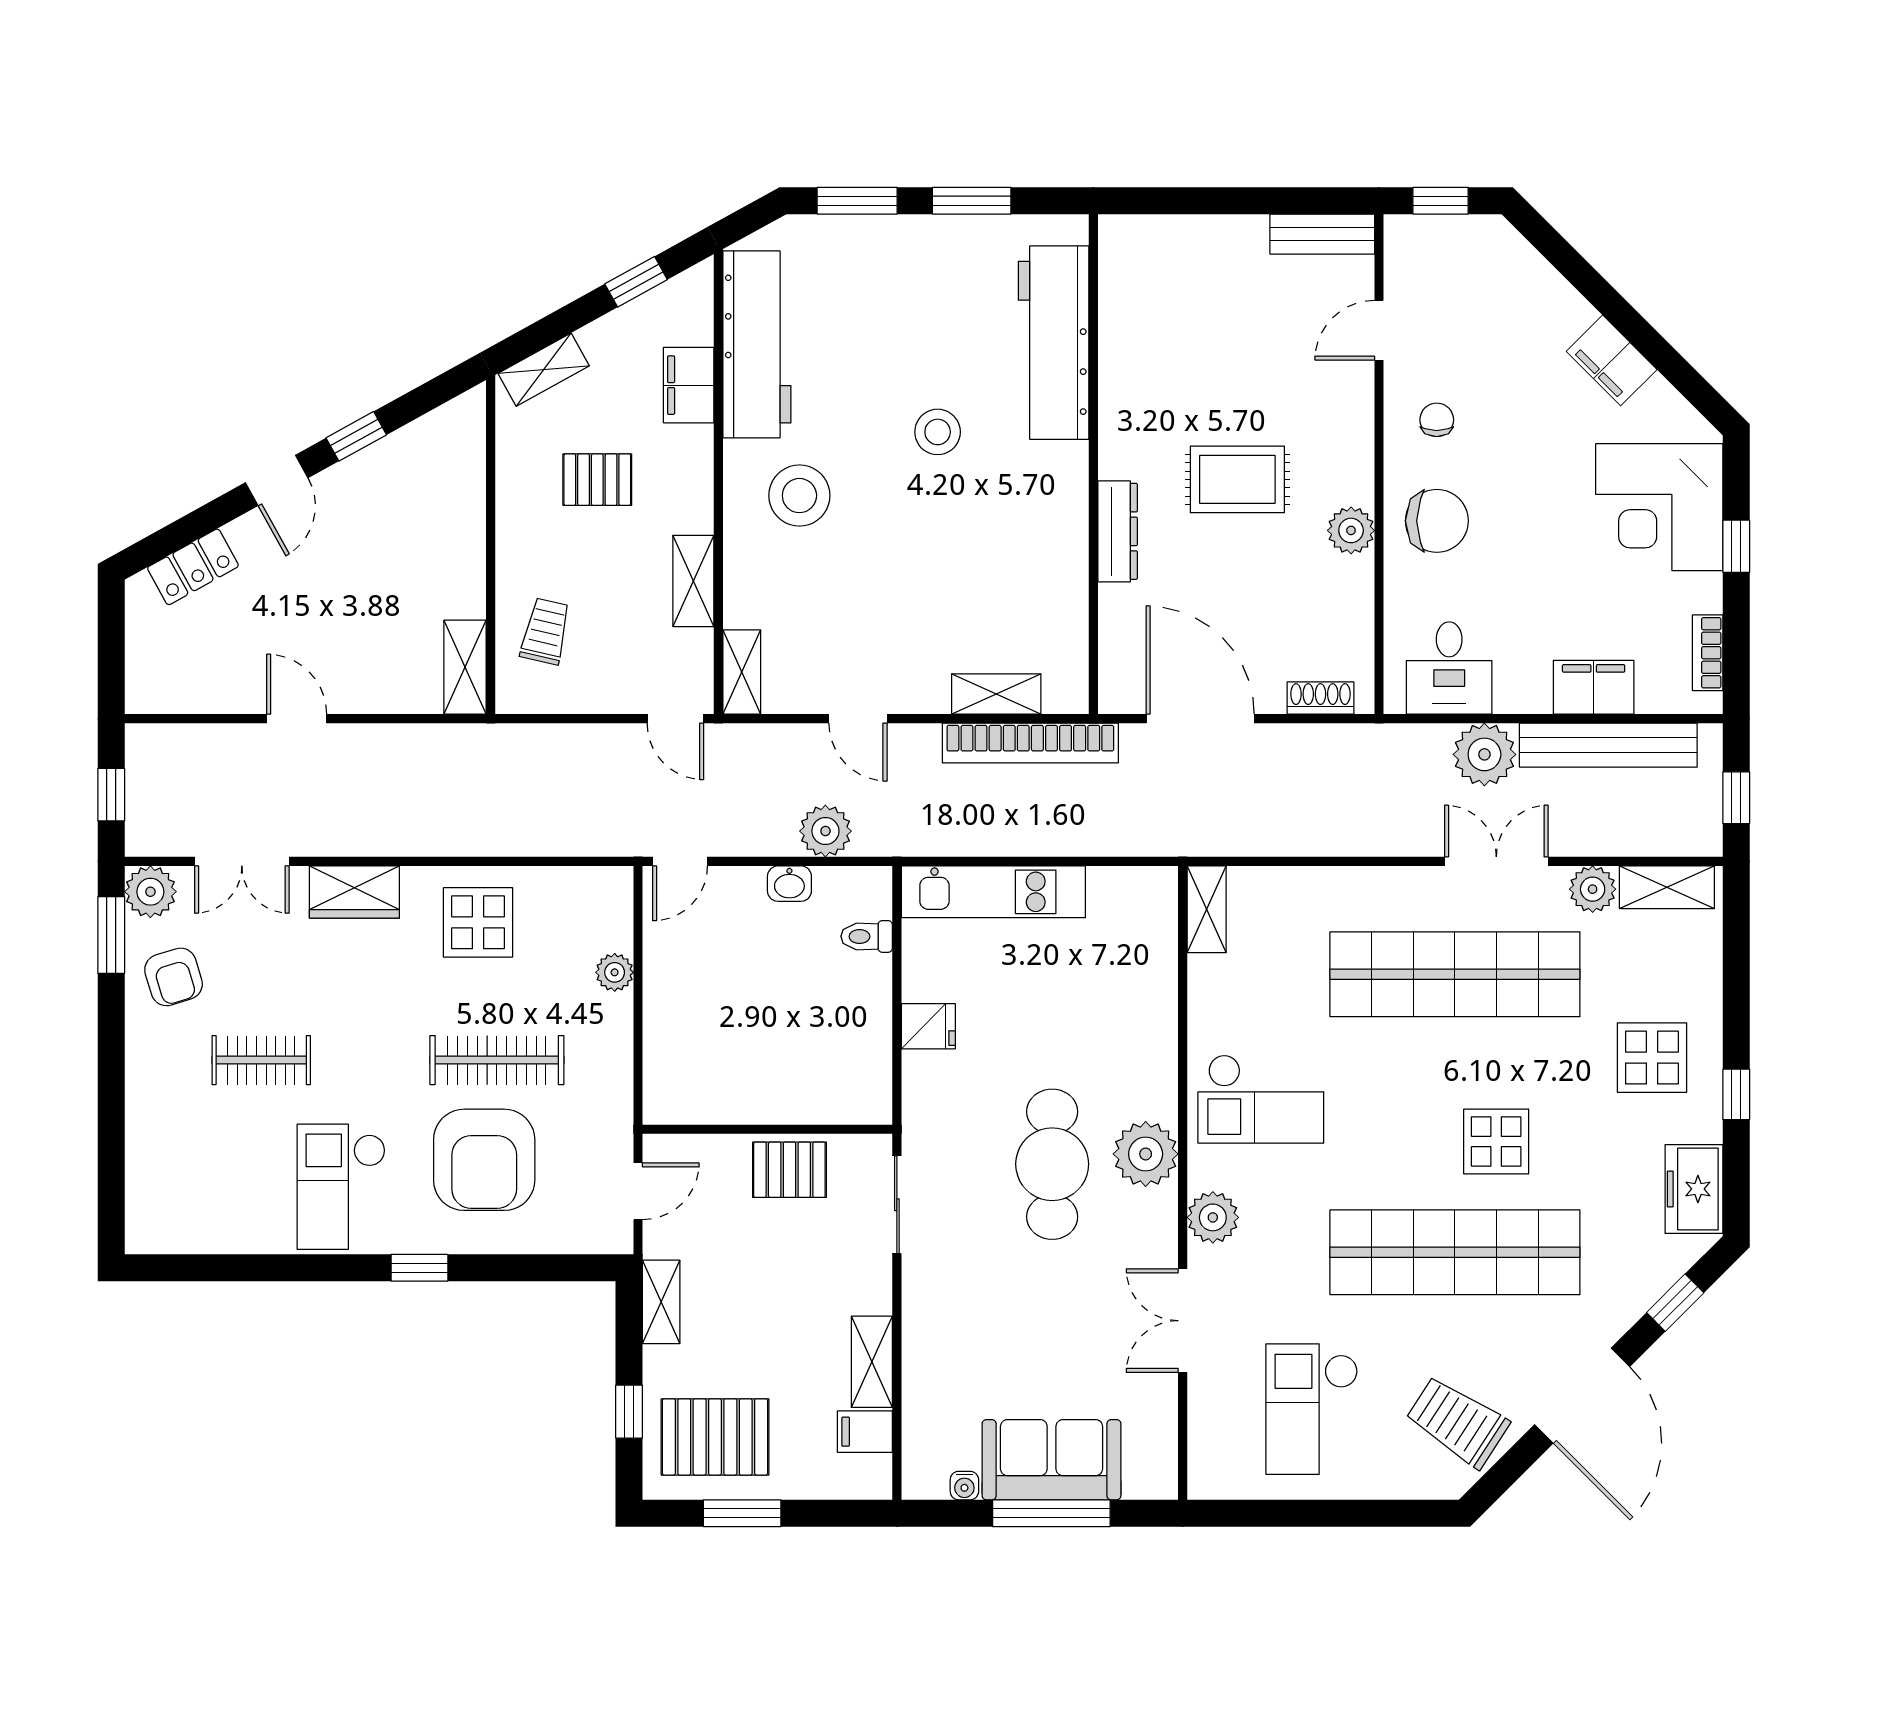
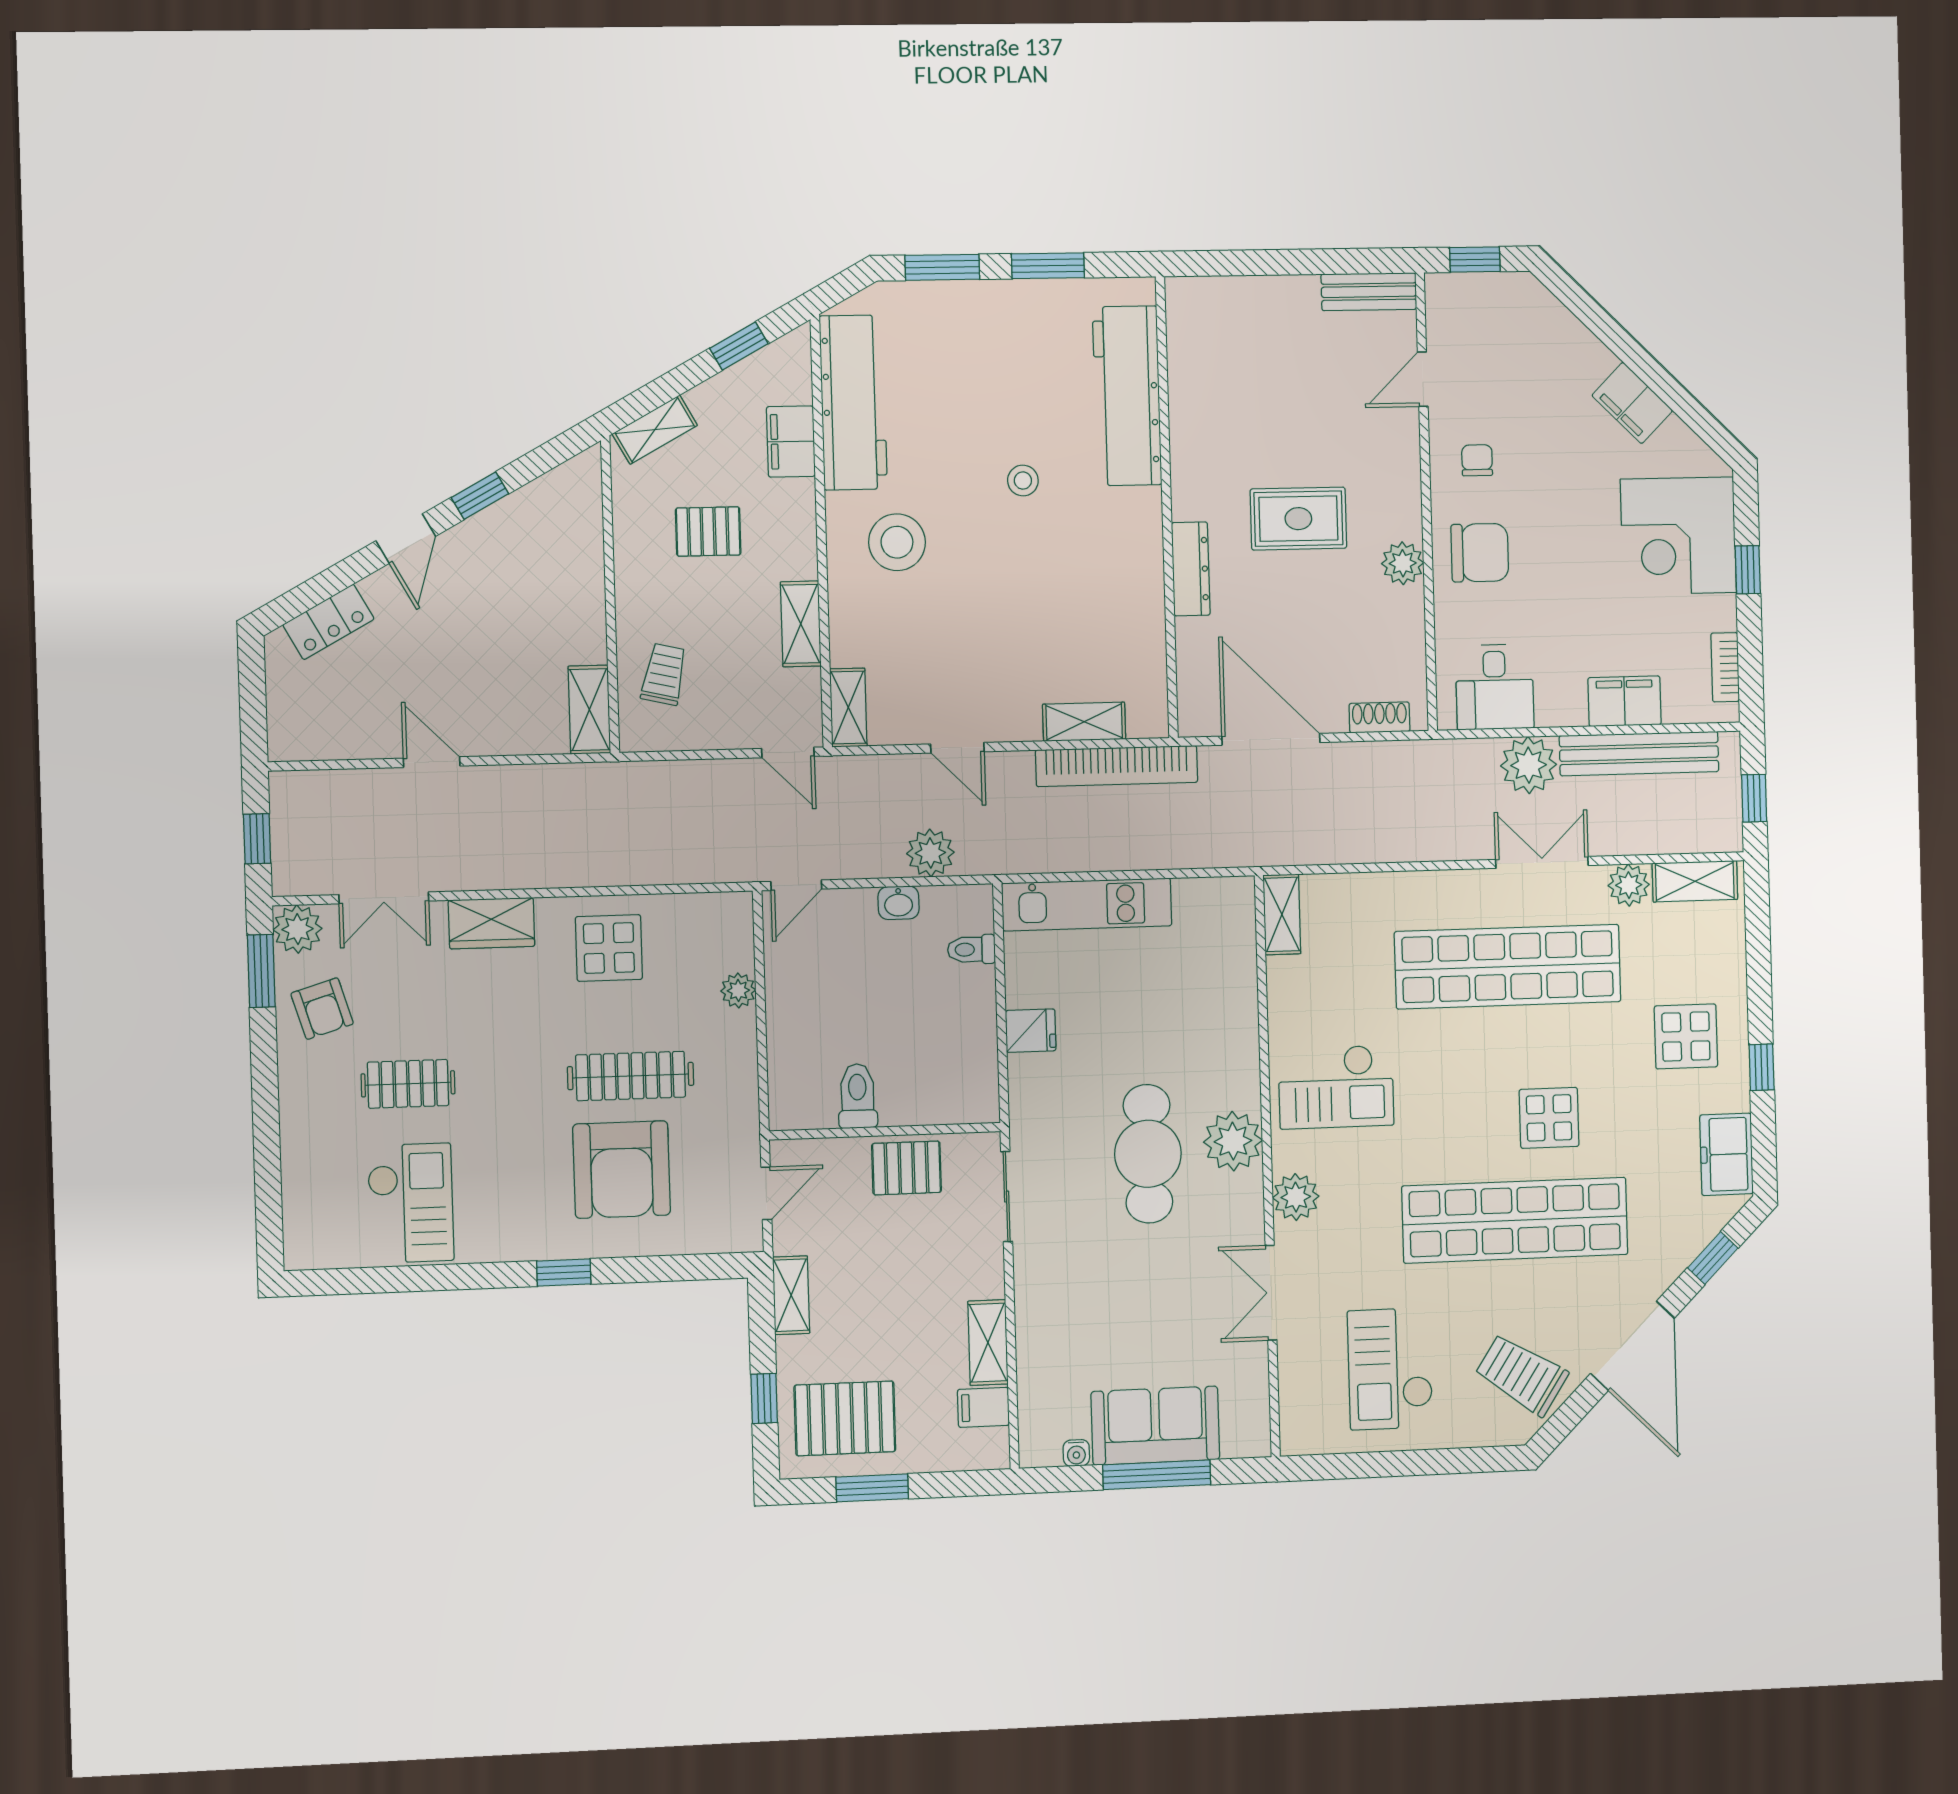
stool: (938, 432) -> (1023, 481), width x0.73, depth x0.73
toilet: (739, 1090) -> (858, 1096), added
checkout: (341, 1187) -> (410, 1203), moved, turned 180

